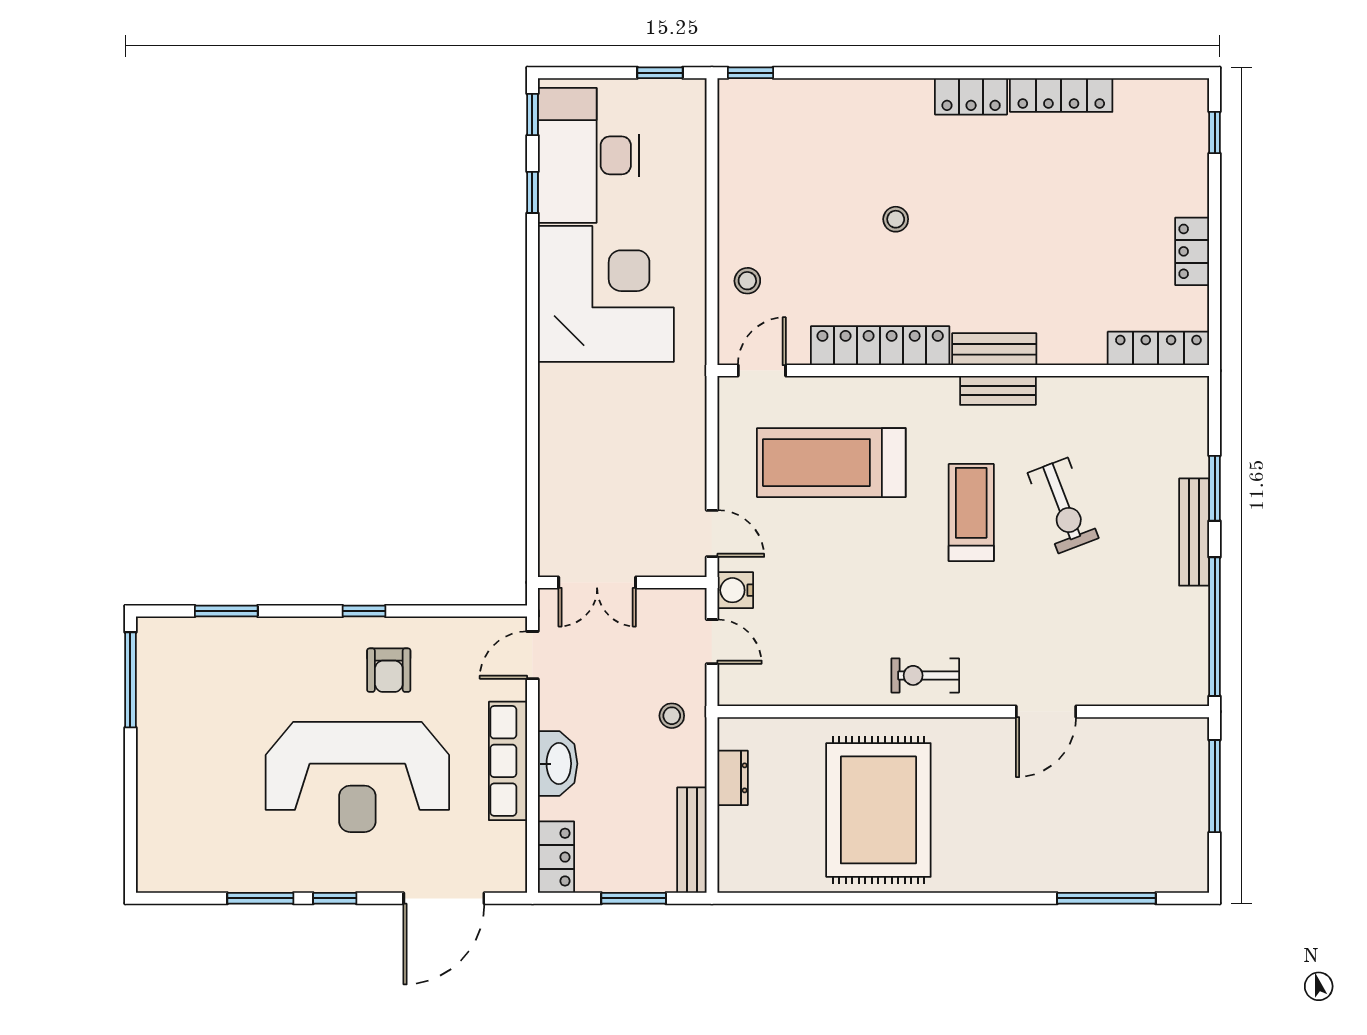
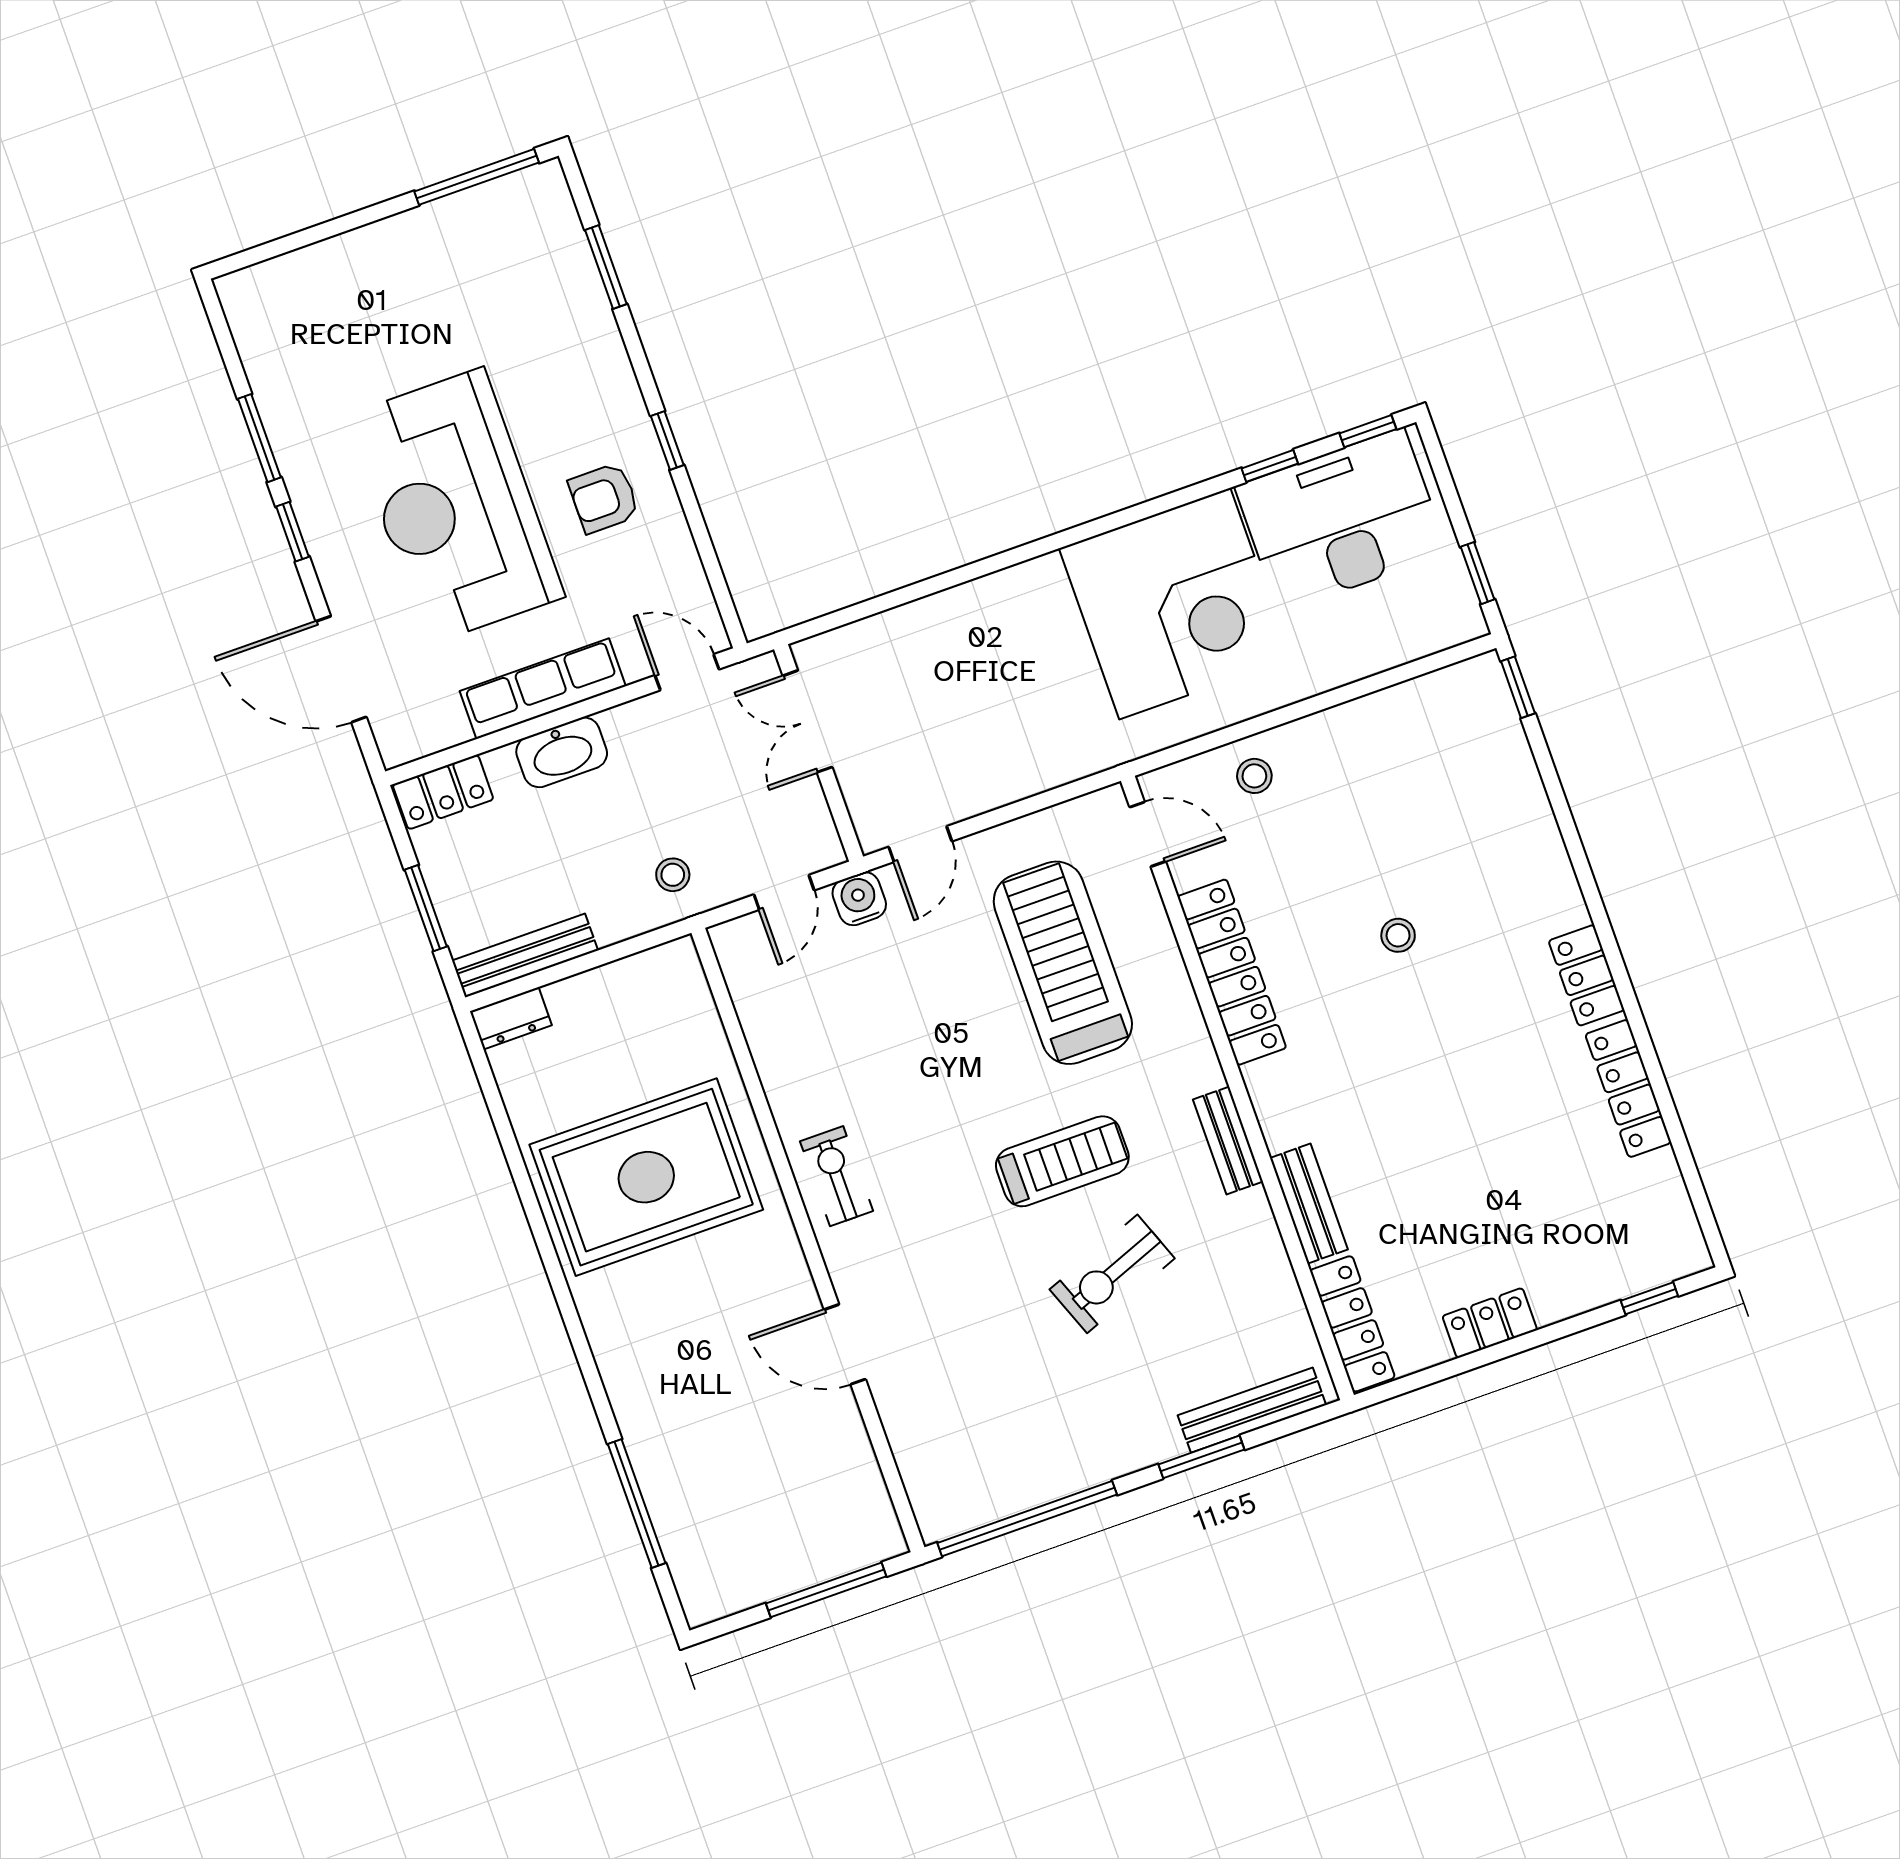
bench: (994, 349) -> (1309, 1204), moved
bench: (1194, 532) -> (1252, 1410), moved
dresser: (733, 778) -> (511, 1018), moved

